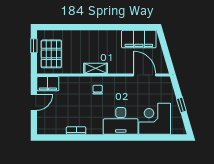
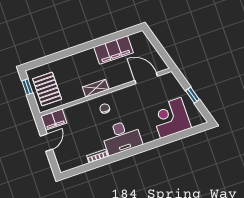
filing cabinet: (139, 39) -> (114, 50), moved
desk: (121, 121) -> (122, 137), moved

